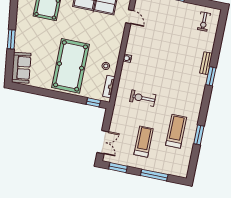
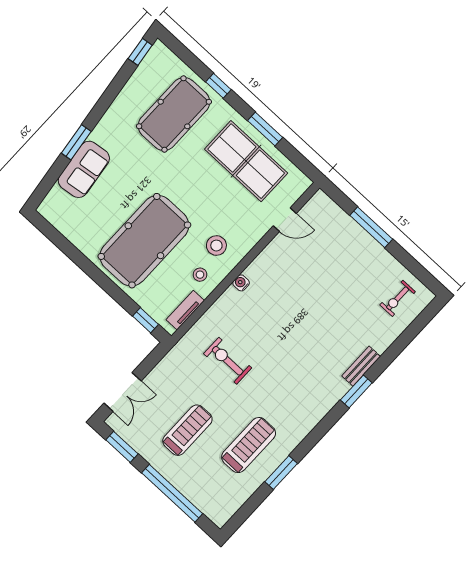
door: (130, 17) -> (285, 220), hinge flipped
stool: (105, 48) -> (216, 246), added
sofa: (21, 68) -> (84, 169), moved
window: (154, 175) -> (172, 493), width x1.46

